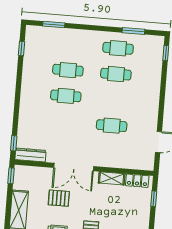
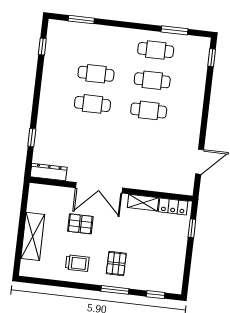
cafe table: (112, 126) -> (149, 110), moved
window: (14, 143) -> (32, 137), moved
window: (11, 176) -> (25, 196), removed

